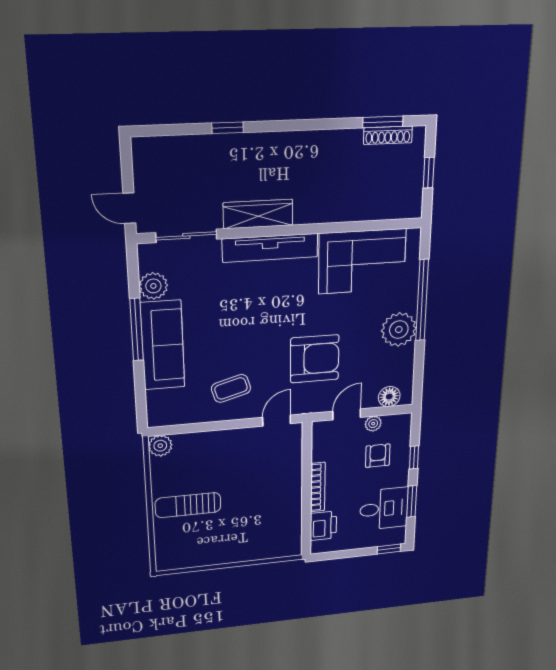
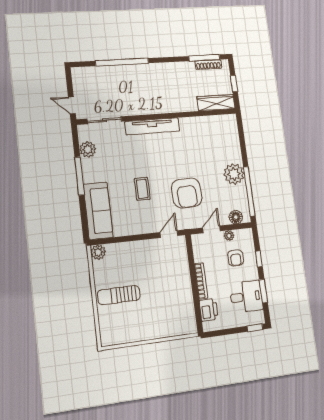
window: (383, 122) -> (204, 58), width x1.44
window: (228, 128) -> (122, 62), width x3.17
wardrobe: (258, 214) -> (216, 103), moved
corner sofa: (362, 261) -> (206, 133), removed
window: (422, 300) -> (249, 191), moved
sofa: (163, 345) -> (98, 211), moved
armchair: (315, 359) -> (187, 193), turned 88
coffee table: (231, 388) -> (142, 189), moved, turned -74
armchair: (378, 456) -> (236, 258), turned 180

